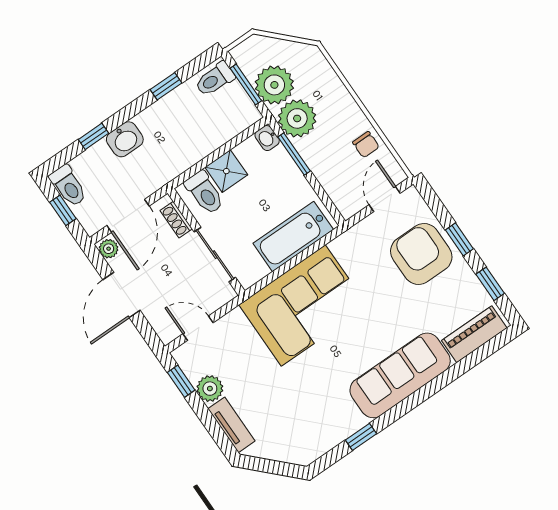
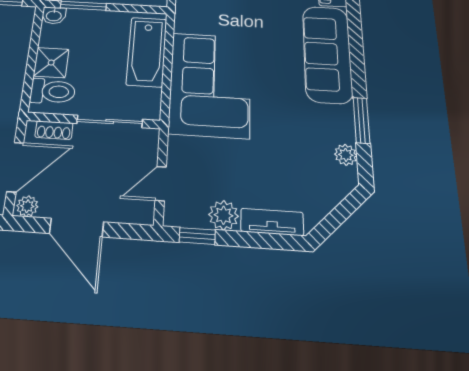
door: (128, 216) -> (15, 167), hinge flipped
window: (361, 437) -> (361, 120), width x1.50
plant: (323, 443) -> (346, 155), added

